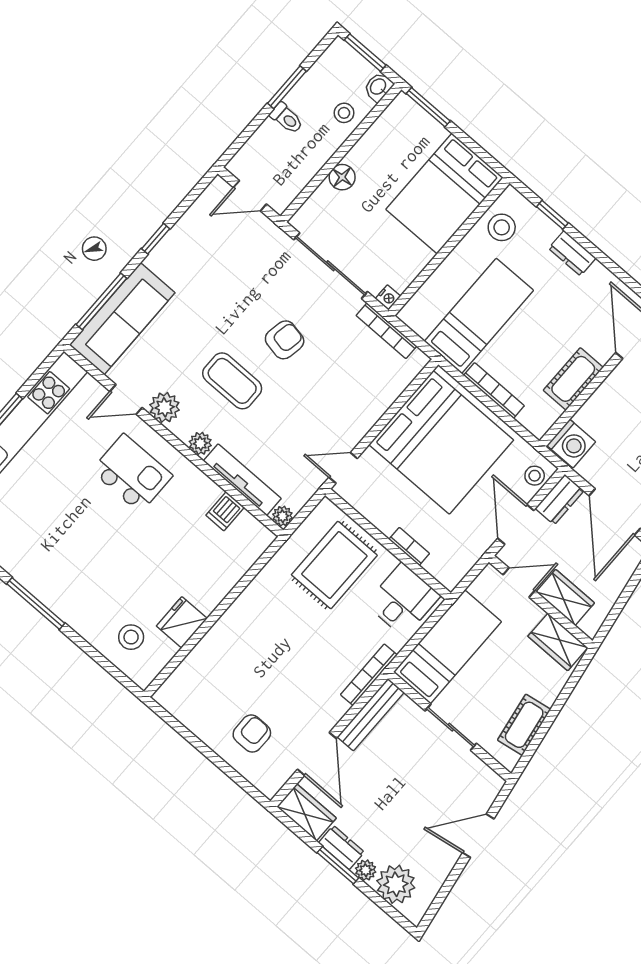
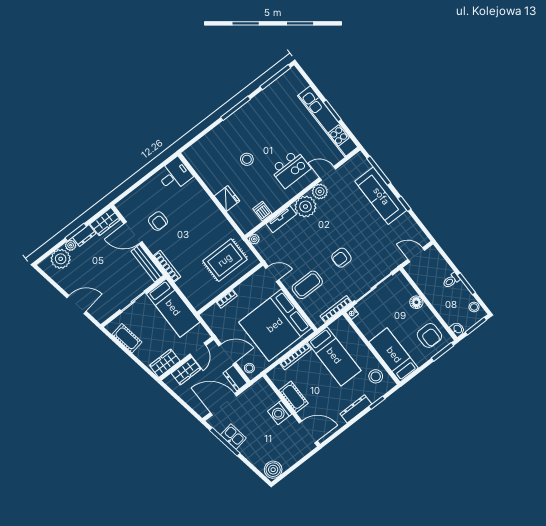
stool: (344, 113) -> (474, 307), moved
armchair: (401, 139) -> (429, 335), added
bed: (445, 194) -> (394, 355), width x0.67
door: (250, 196) -> (416, 255), hinge flipped
dresser: (572, 253) -> (356, 409), width x1.44
sofa: (122, 319) -> (381, 196), moved
armchair: (285, 340) -> (341, 258), turned 79
coffee table: (232, 381) -> (307, 285), moved
door: (126, 399) -> (328, 173), hinge flipped
plant: (200, 443) -> (305, 207), width x1.88, depth x1.88
washing machine: (571, 444) -> (280, 413), moved
door: (343, 468) -> (272, 274), hinge flipped
tv unit: (242, 480) -> (281, 219), width x0.71
rug: (334, 565) -> (225, 260), turned 90
desk: (403, 600) -> (175, 175), moved, turned -90
fridge: (182, 622) -> (227, 198), moved
stool: (131, 637) -> (247, 159), moved
armchair: (252, 733) -> (158, 221), moved
door: (478, 836) -> (77, 305), hinge flipped

